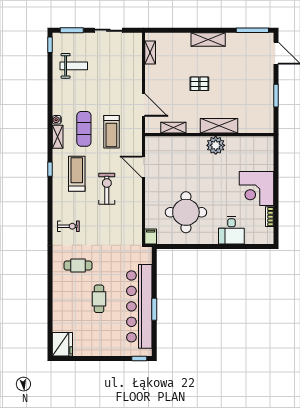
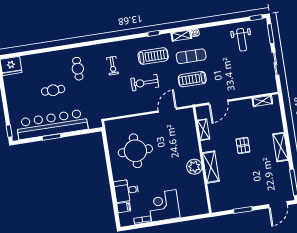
exercise bike: (107, 189) -> (145, 83), turned 180
exercise bike: (68, 226) -> (113, 66), moved
filing cabinet: (151, 236) -> (124, 207), moved

